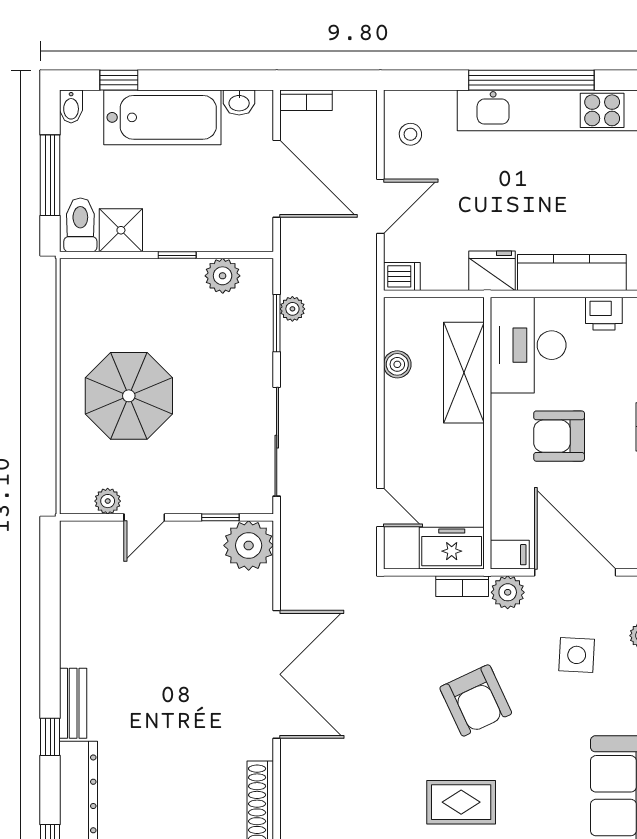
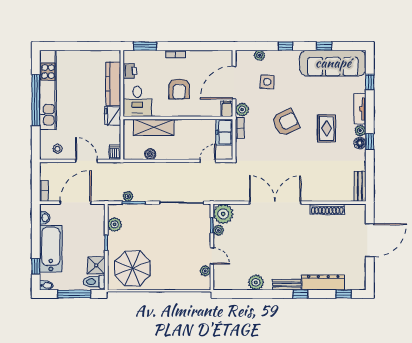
desk: (528, 345) -> (137, 101), width x0.73
parasol: (129, 396) -> (132, 268), moved
plant: (208, 534) -> (218, 230), added
plant: (79, 627) -> (256, 282), added

